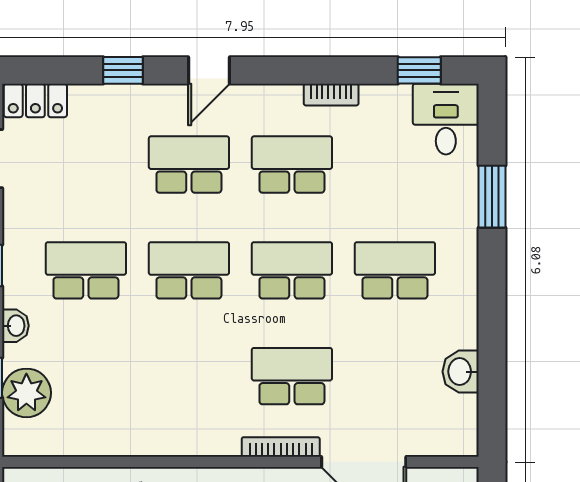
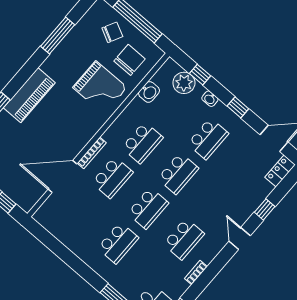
school desk: (189, 165) -> (142, 143), moved
washbasin: (461, 372) -> (149, 92), moved, turned 90

